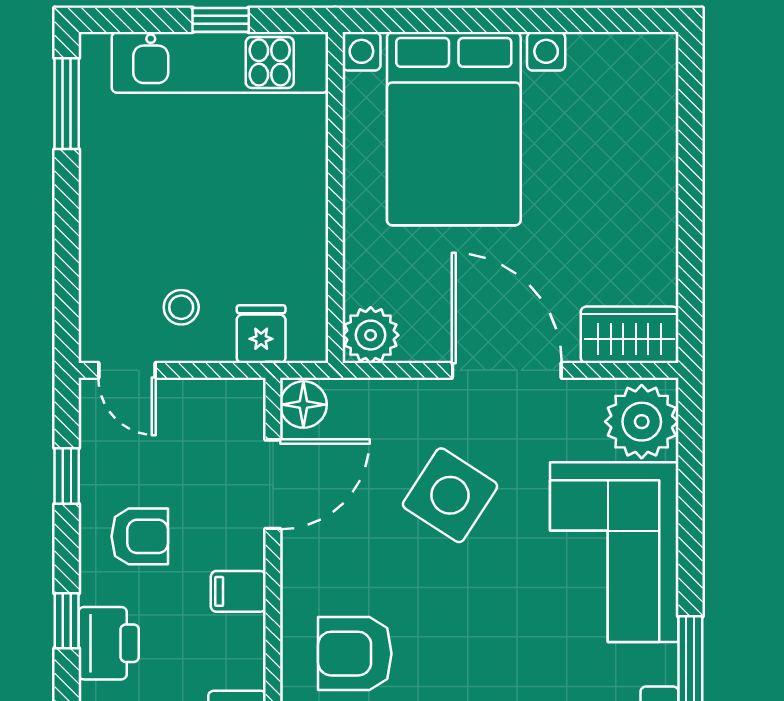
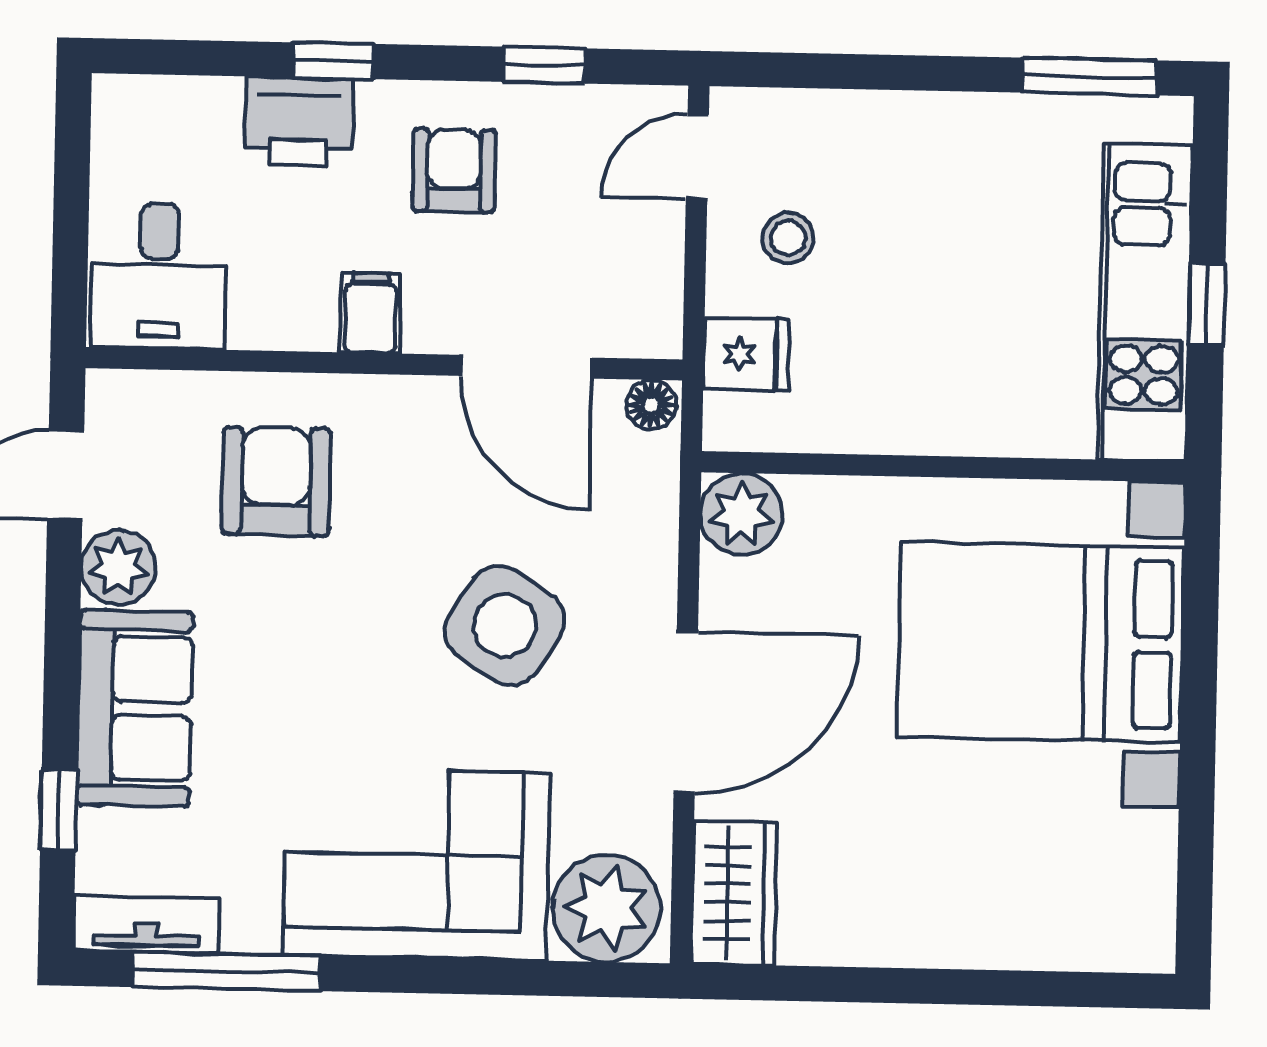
floor lamp: (303, 405) -> (651, 405), width x0.73, depth x0.73
armchair: (140, 536) -> (454, 170), turned 180

